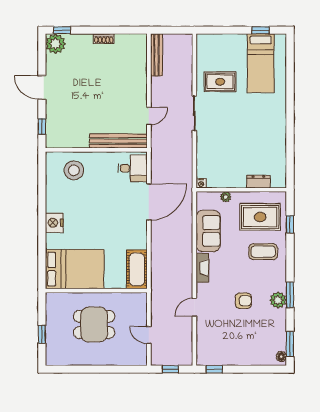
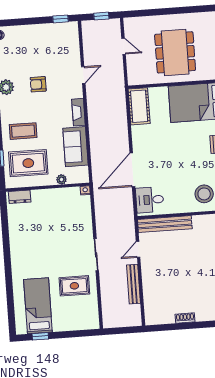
bench: (157, 55) -> (133, 284), moved
dresser: (258, 182) -> (20, 197), moved
dining table: (94, 324) -> (175, 52), width x1.38

